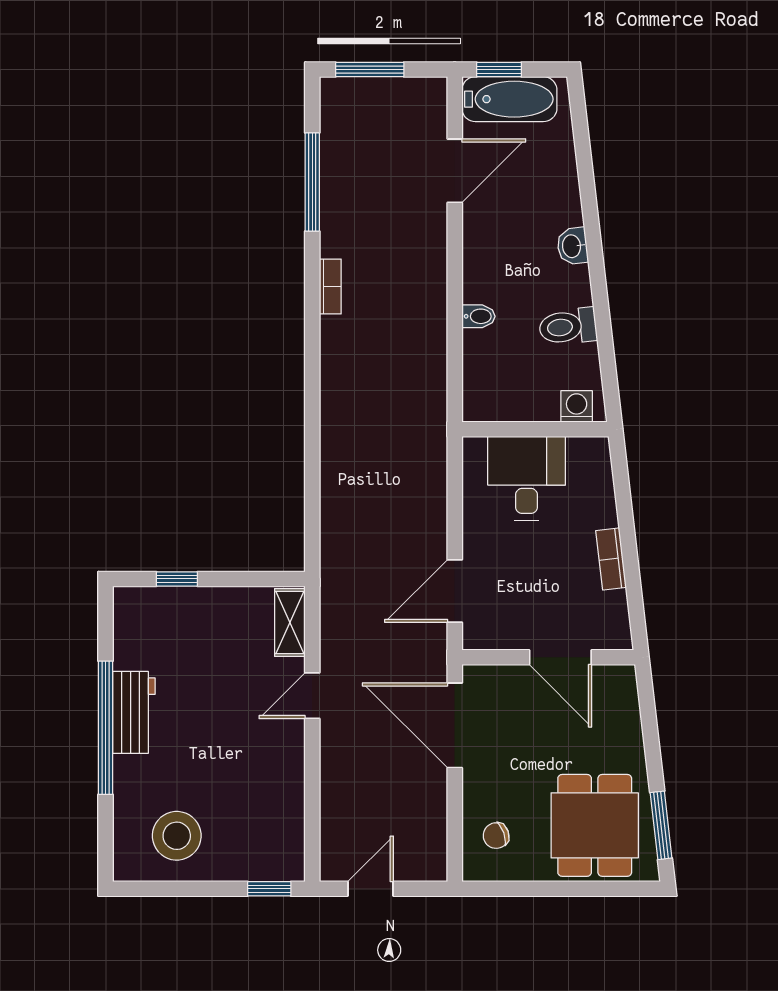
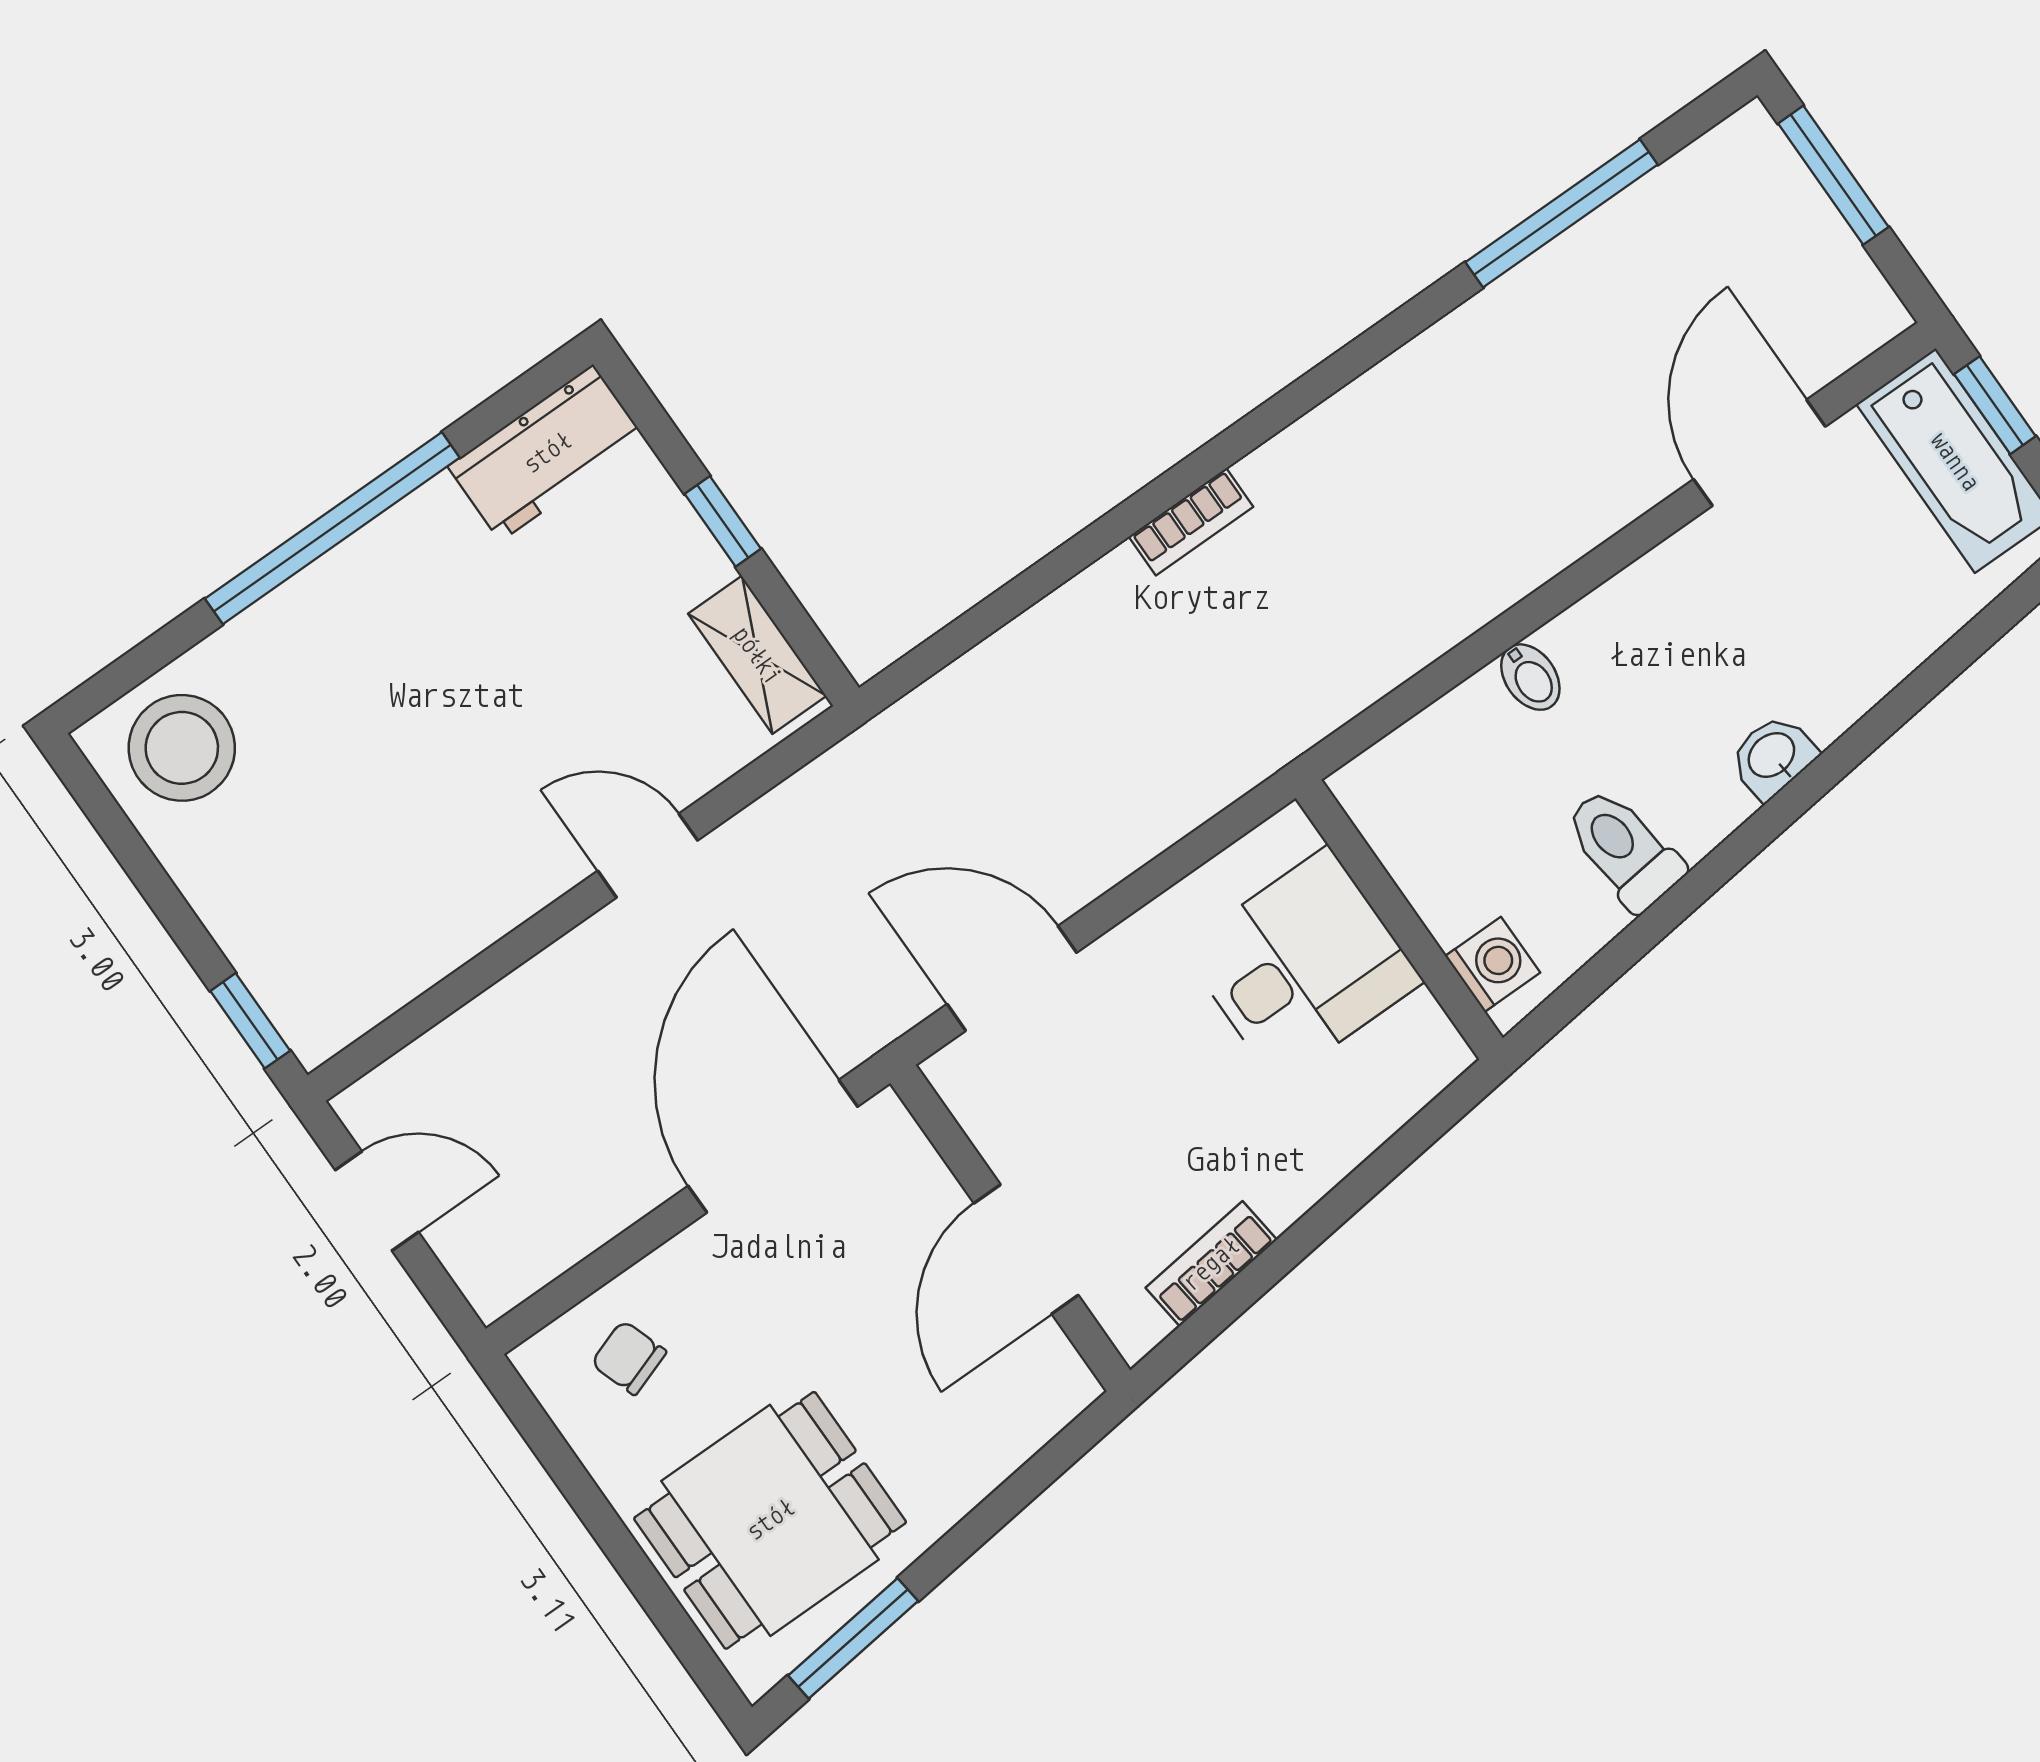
door: (455, 171) -> (1759, 453), swing flipped
bookcase: (330, 287) -> (1191, 522), moved
bookcase: (611, 559) -> (1211, 1264), moved
window: (177, 579) -> (723, 521), moved
shelving: (290, 622) -> (757, 655), moved, turned 90
workbench: (134, 712) -> (547, 453), moved
stool: (177, 836) -> (182, 748), moved

